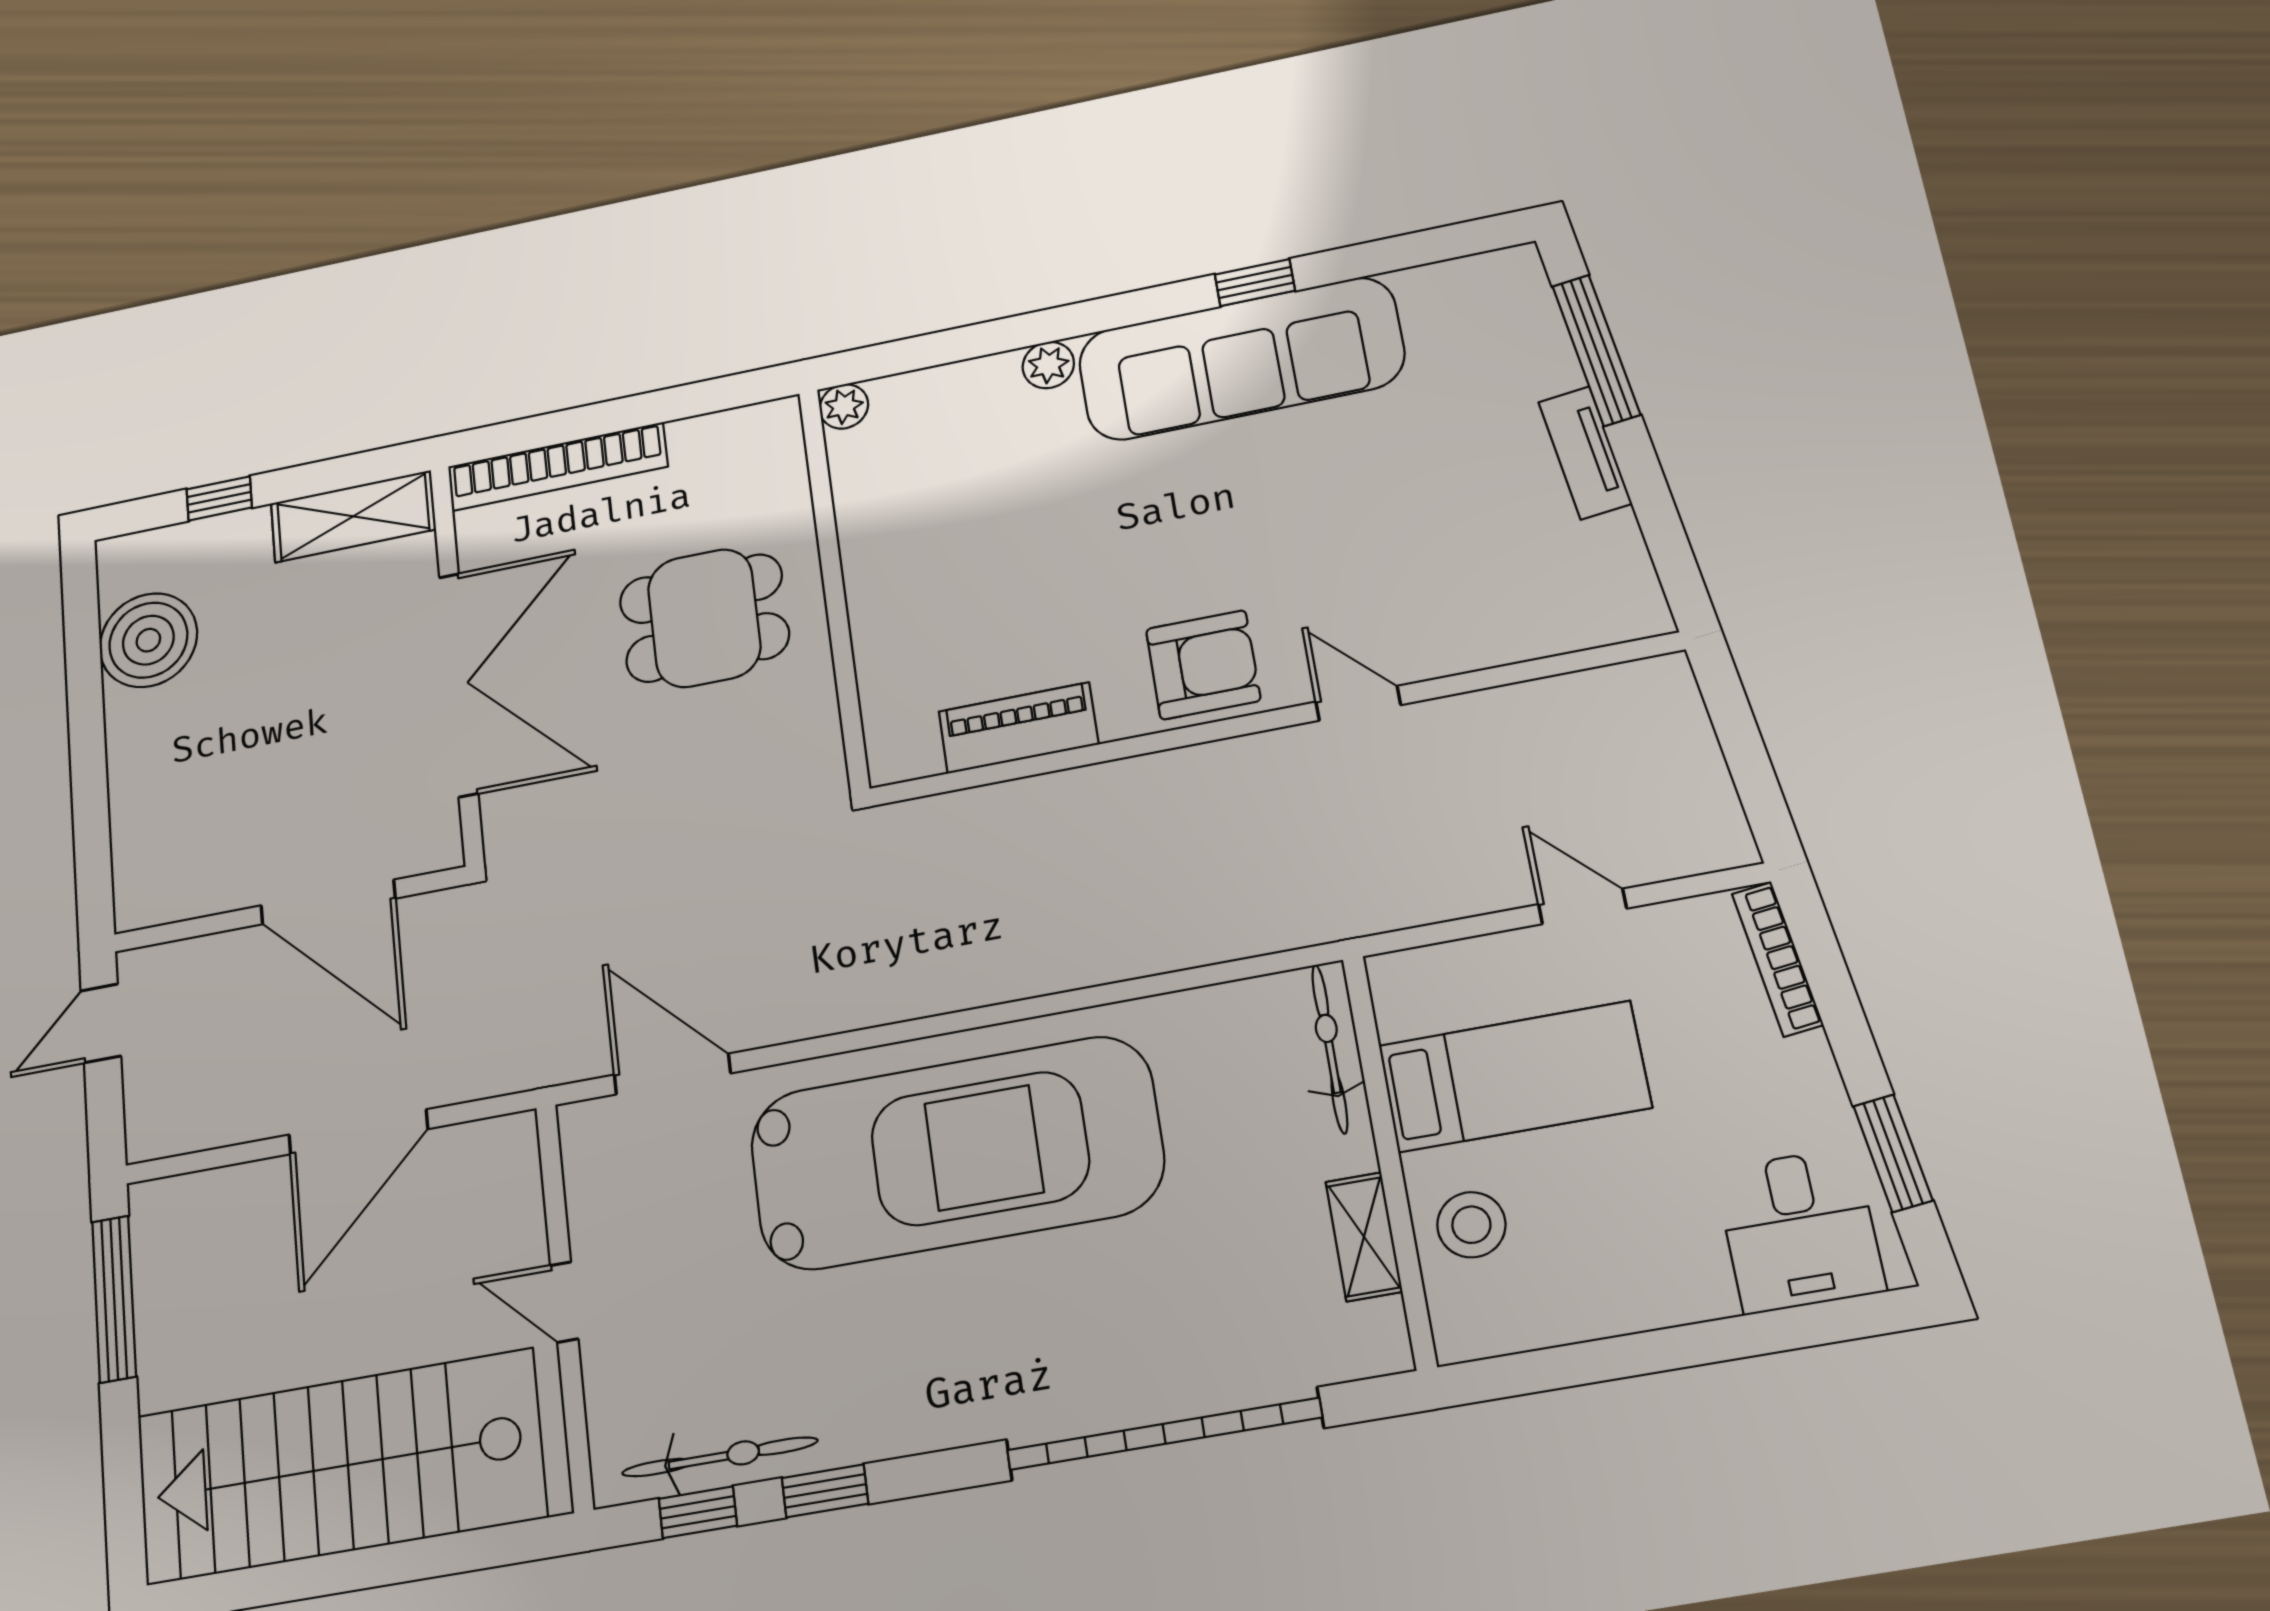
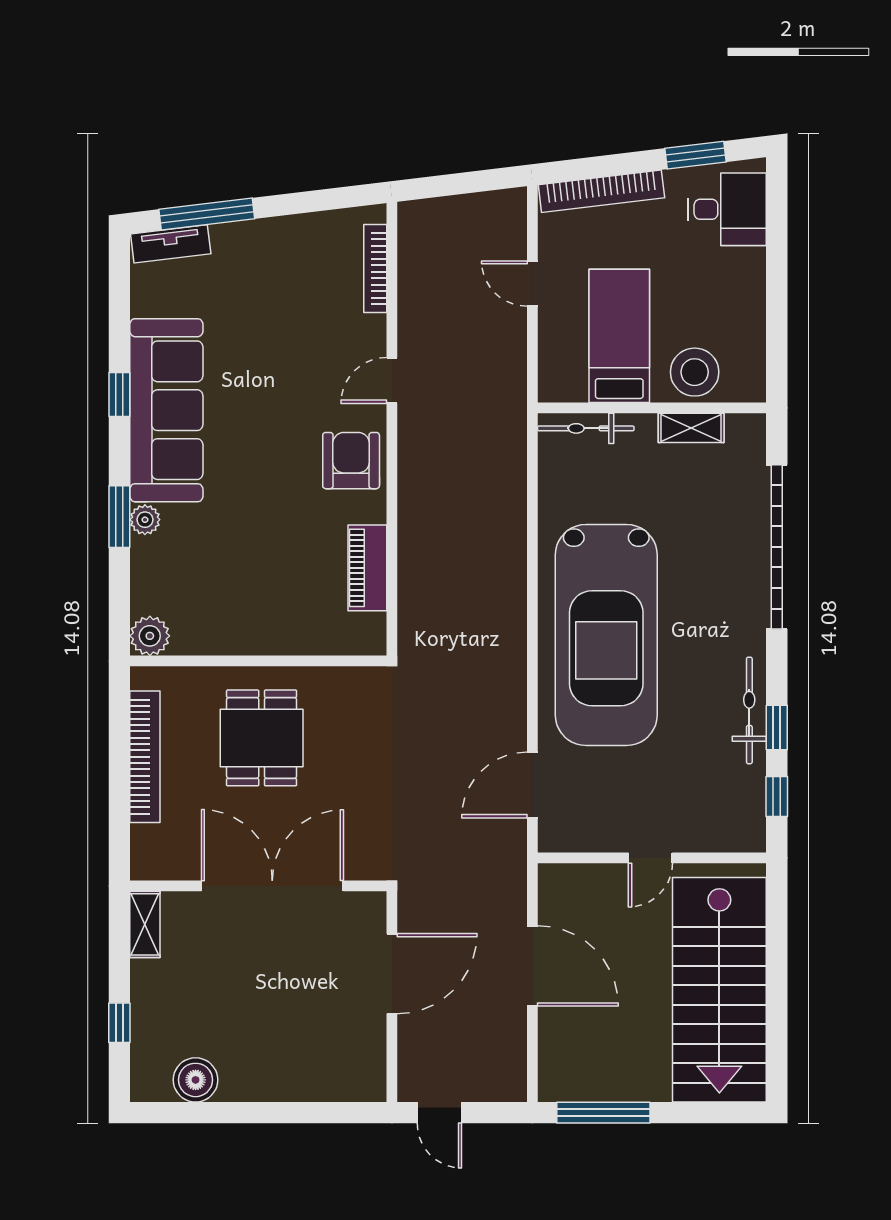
window: (1047, 326) -> (119, 517), added
plant: (844, 406) -> (150, 636), width x1.38, depth x1.38
tv unit: (1585, 453) -> (171, 244), moved
bookcase: (557, 467) -> (145, 757), moved
shelving: (353, 516) -> (145, 924), width x0.67, depth x0.75
bookcase: (1556, 637) -> (375, 268), added
boiler: (148, 640) -> (196, 1080), width x0.73, depth x0.73
door: (1582, 906) -> (532, 284), hinge flipped
bookcase: (1777, 959) -> (601, 191), width x1.48, depth x1.31
car: (956, 1153) -> (606, 635), turned 180
stool: (1471, 1225) -> (695, 372), width x1.38, depth x1.38
bicycle: (720, 1457) -> (749, 710), moved

